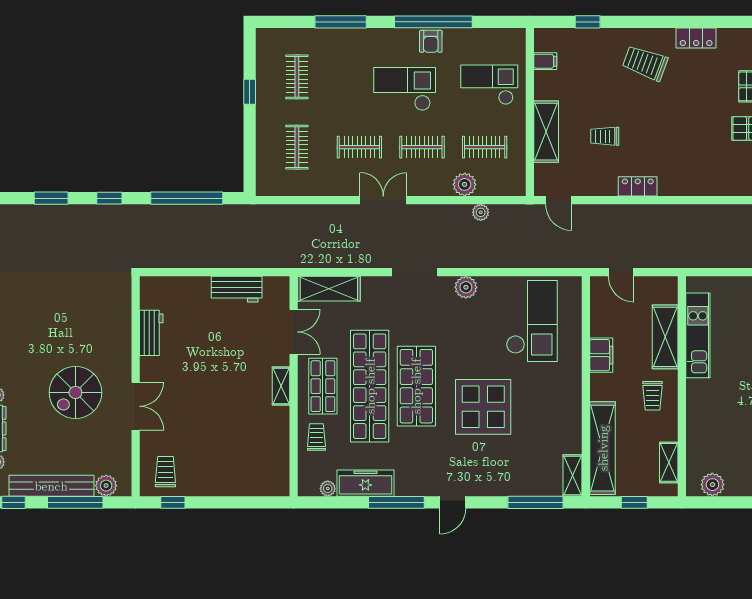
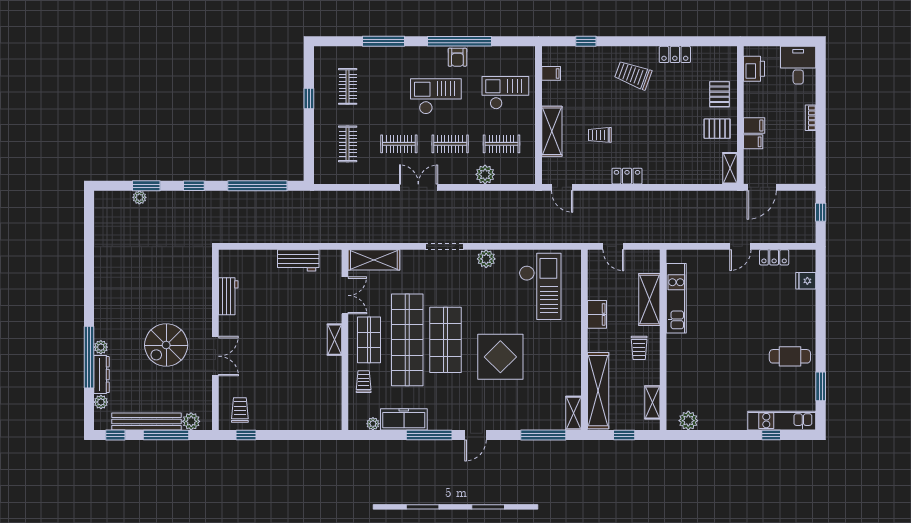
plant: (481, 212) -> (139, 197), moved

